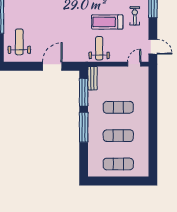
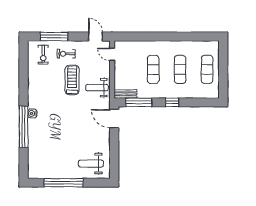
treadmill: (107, 22) -> (72, 80), turned 180
door: (153, 47) -> (95, 37), hinge flipped
door: (52, 66) -> (114, 119), moved
window: (84, 127) -> (172, 102), width x0.46

